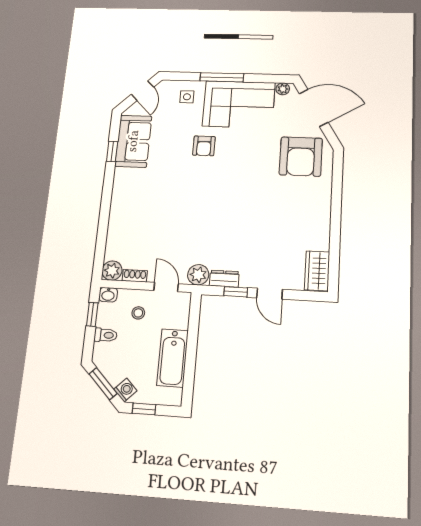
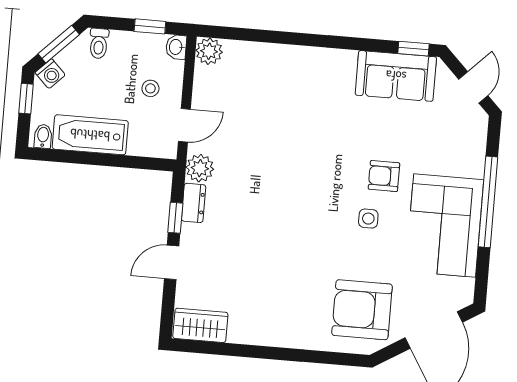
window: (222, 77) -> (488, 202), width x1.46
plant: (283, 89) -> (465, 288), removed
door: (142, 91) -> (473, 87), swing flipped
side table: (187, 97) -> (368, 219), moved
window: (112, 151) -> (414, 49), moved
shoe rack: (135, 276) -> (201, 83), removed
toilet: (106, 335) -> (99, 43), moved
bidet: (173, 395) -> (43, 136), added

